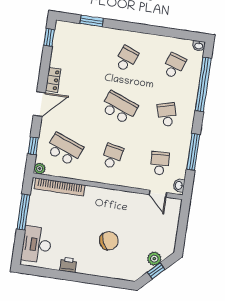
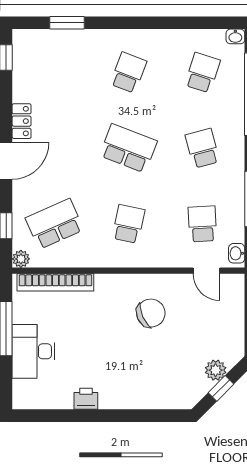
school desk: (65, 149) -> (54, 224), turned -45
chair: (109, 241) -> (151, 313), moved
desk: (37, 245) -> (33, 351), moved

